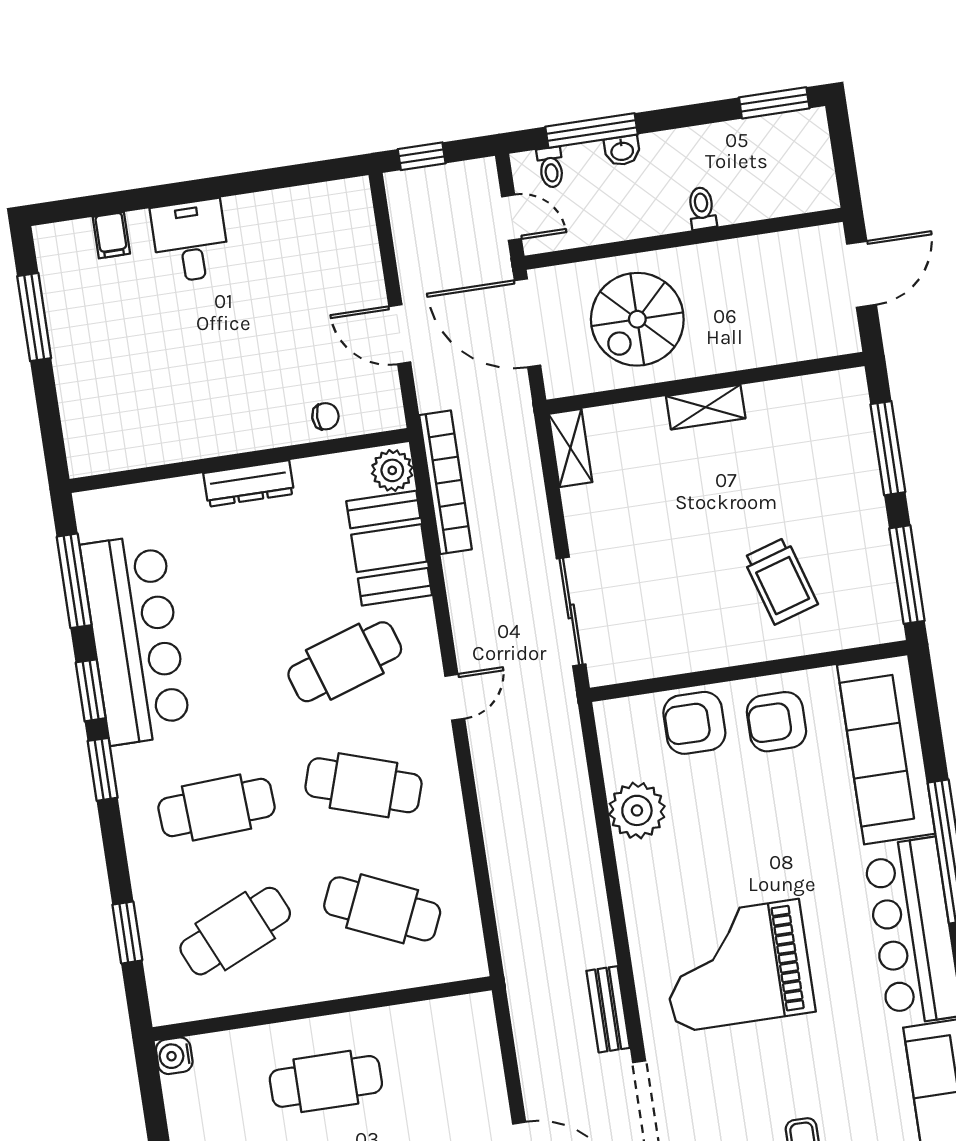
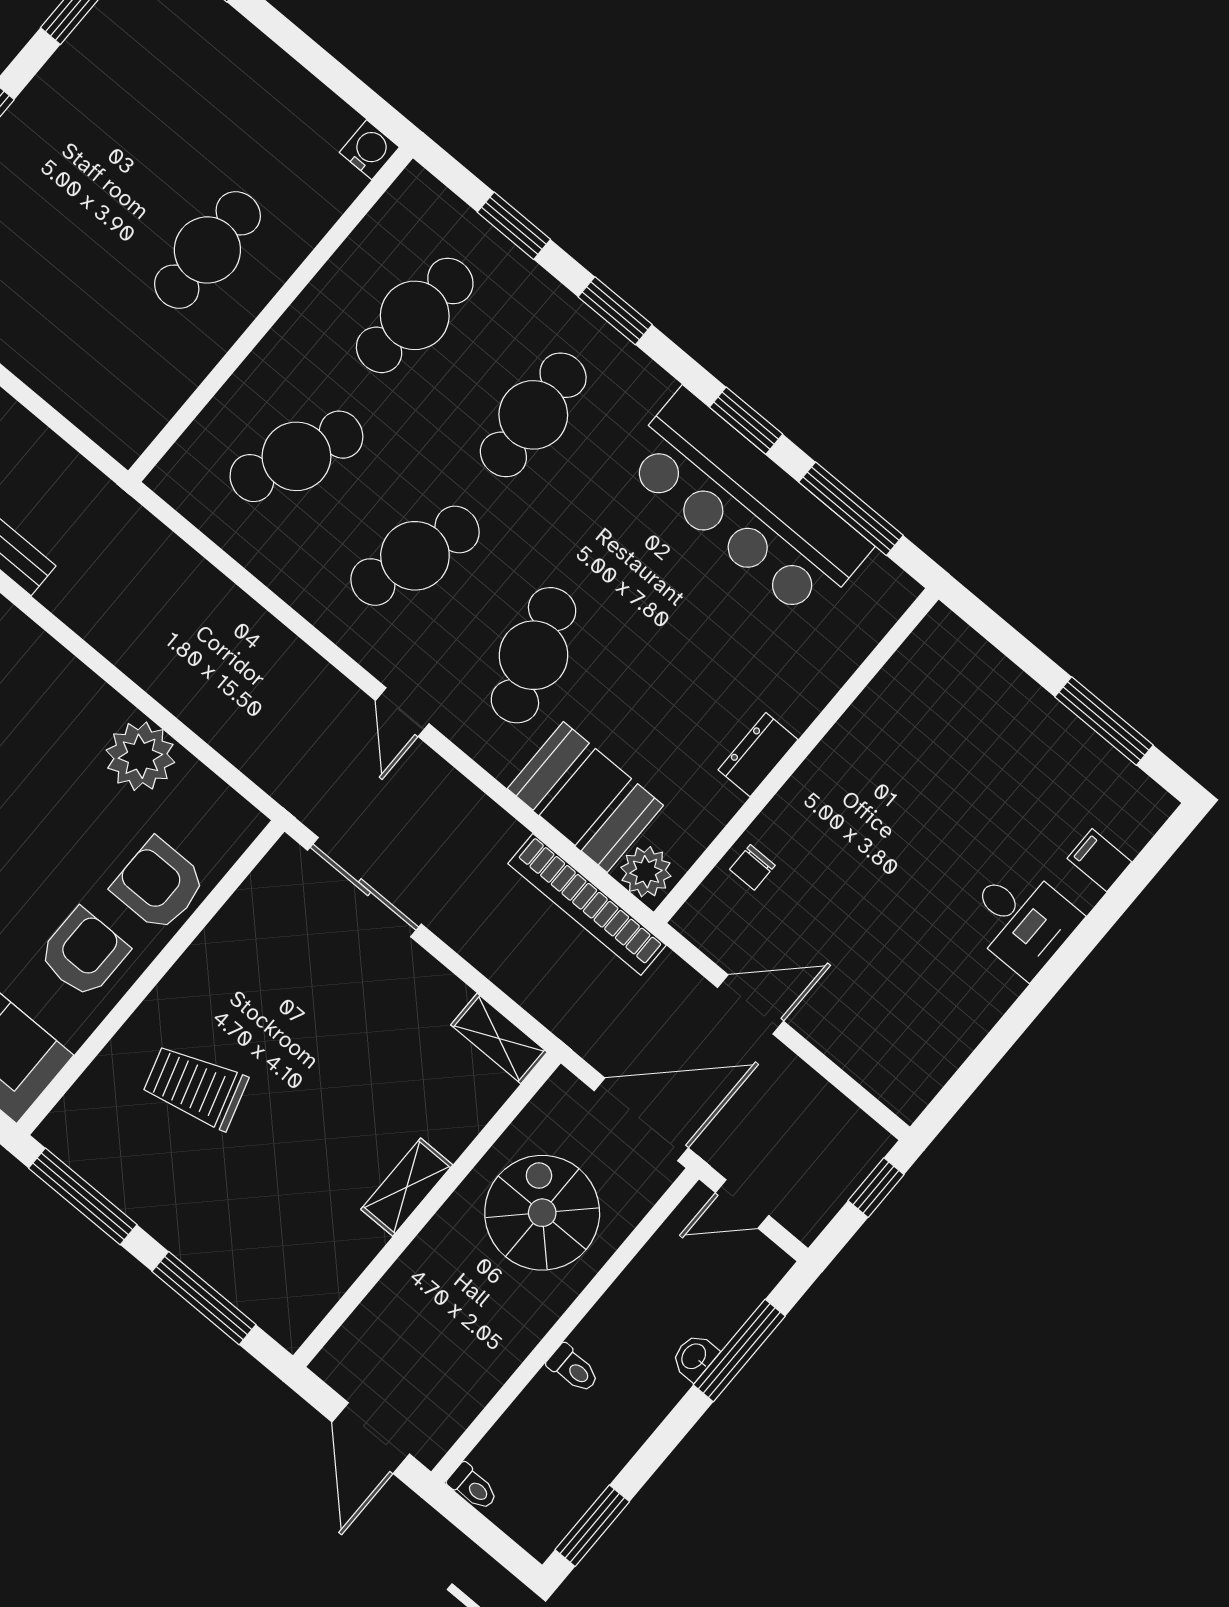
toilet: (551, 167) -> (473, 1487), moved, turned 180
dresser: (249, 483) -> (758, 755), width x0.70
armchair: (694, 723) -> (159, 885), turned -90
window: (103, 769) -> (615, 311), moved
cafe table: (235, 931) -> (415, 315), turned 30

